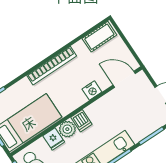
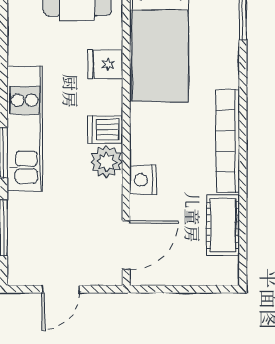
cot: (99, 37) -> (223, 225), moved
plant: (67, 129) -> (107, 162), moved

